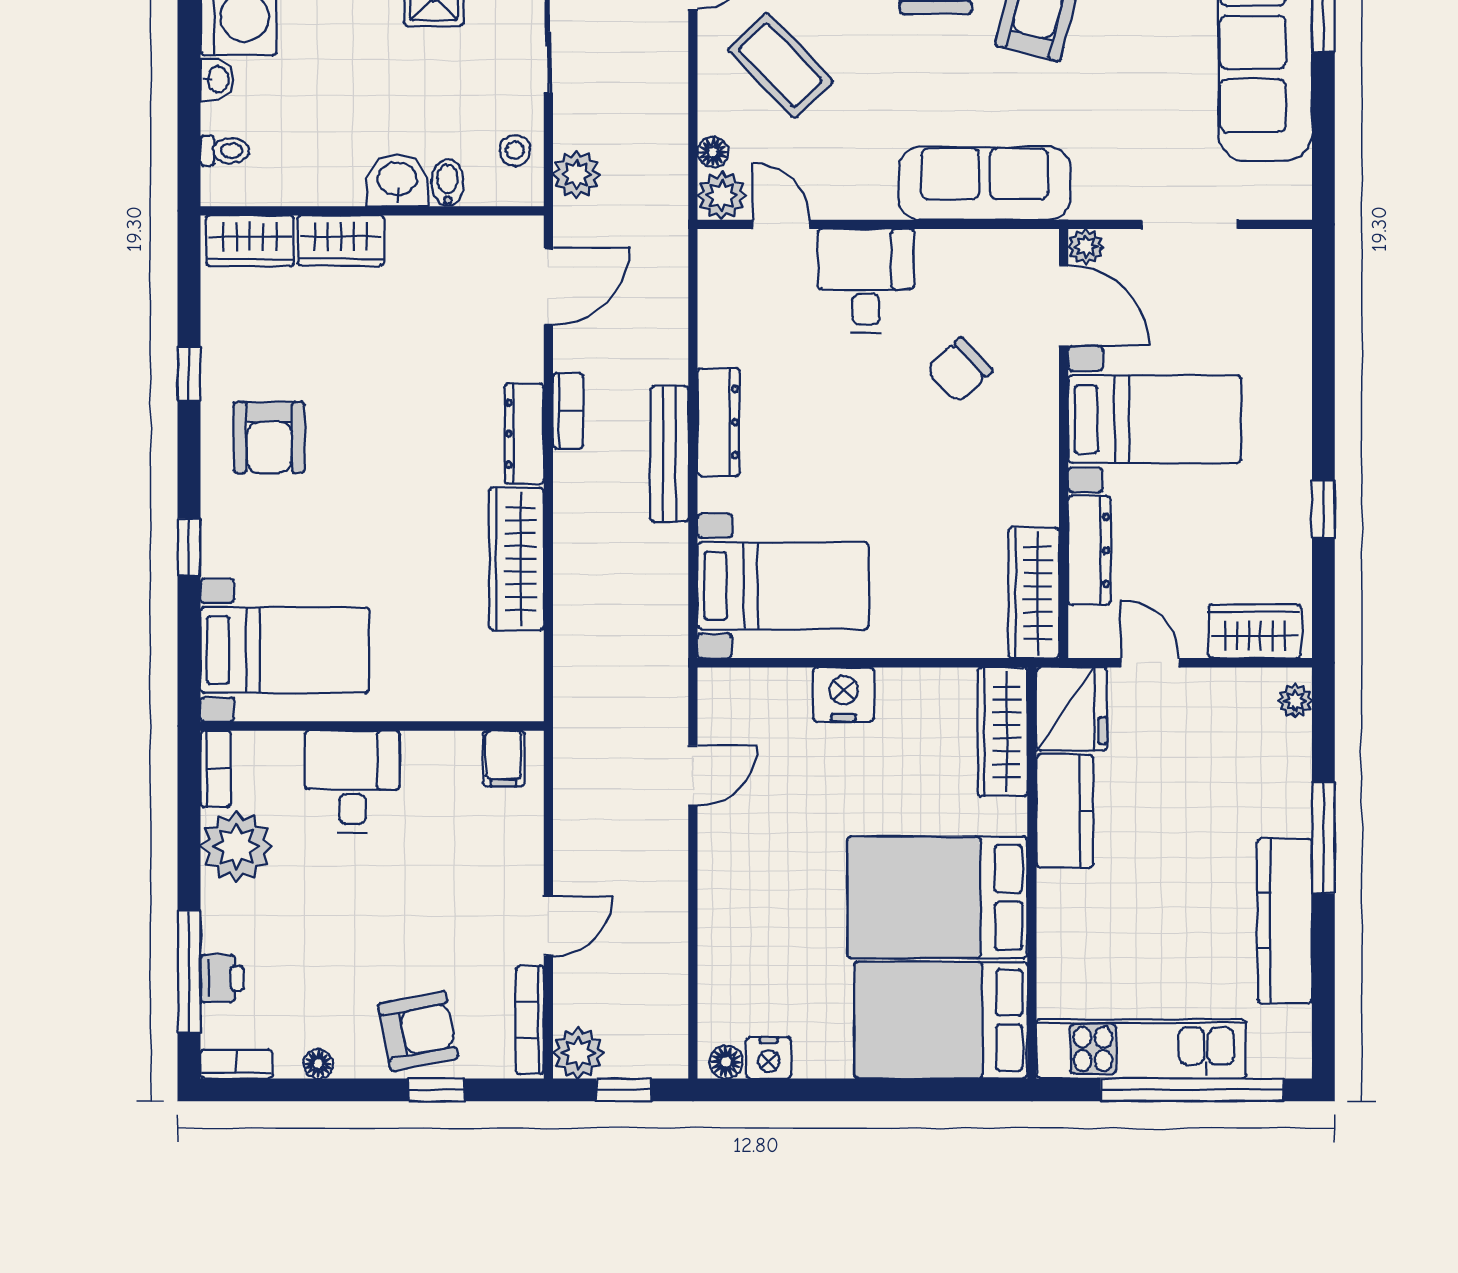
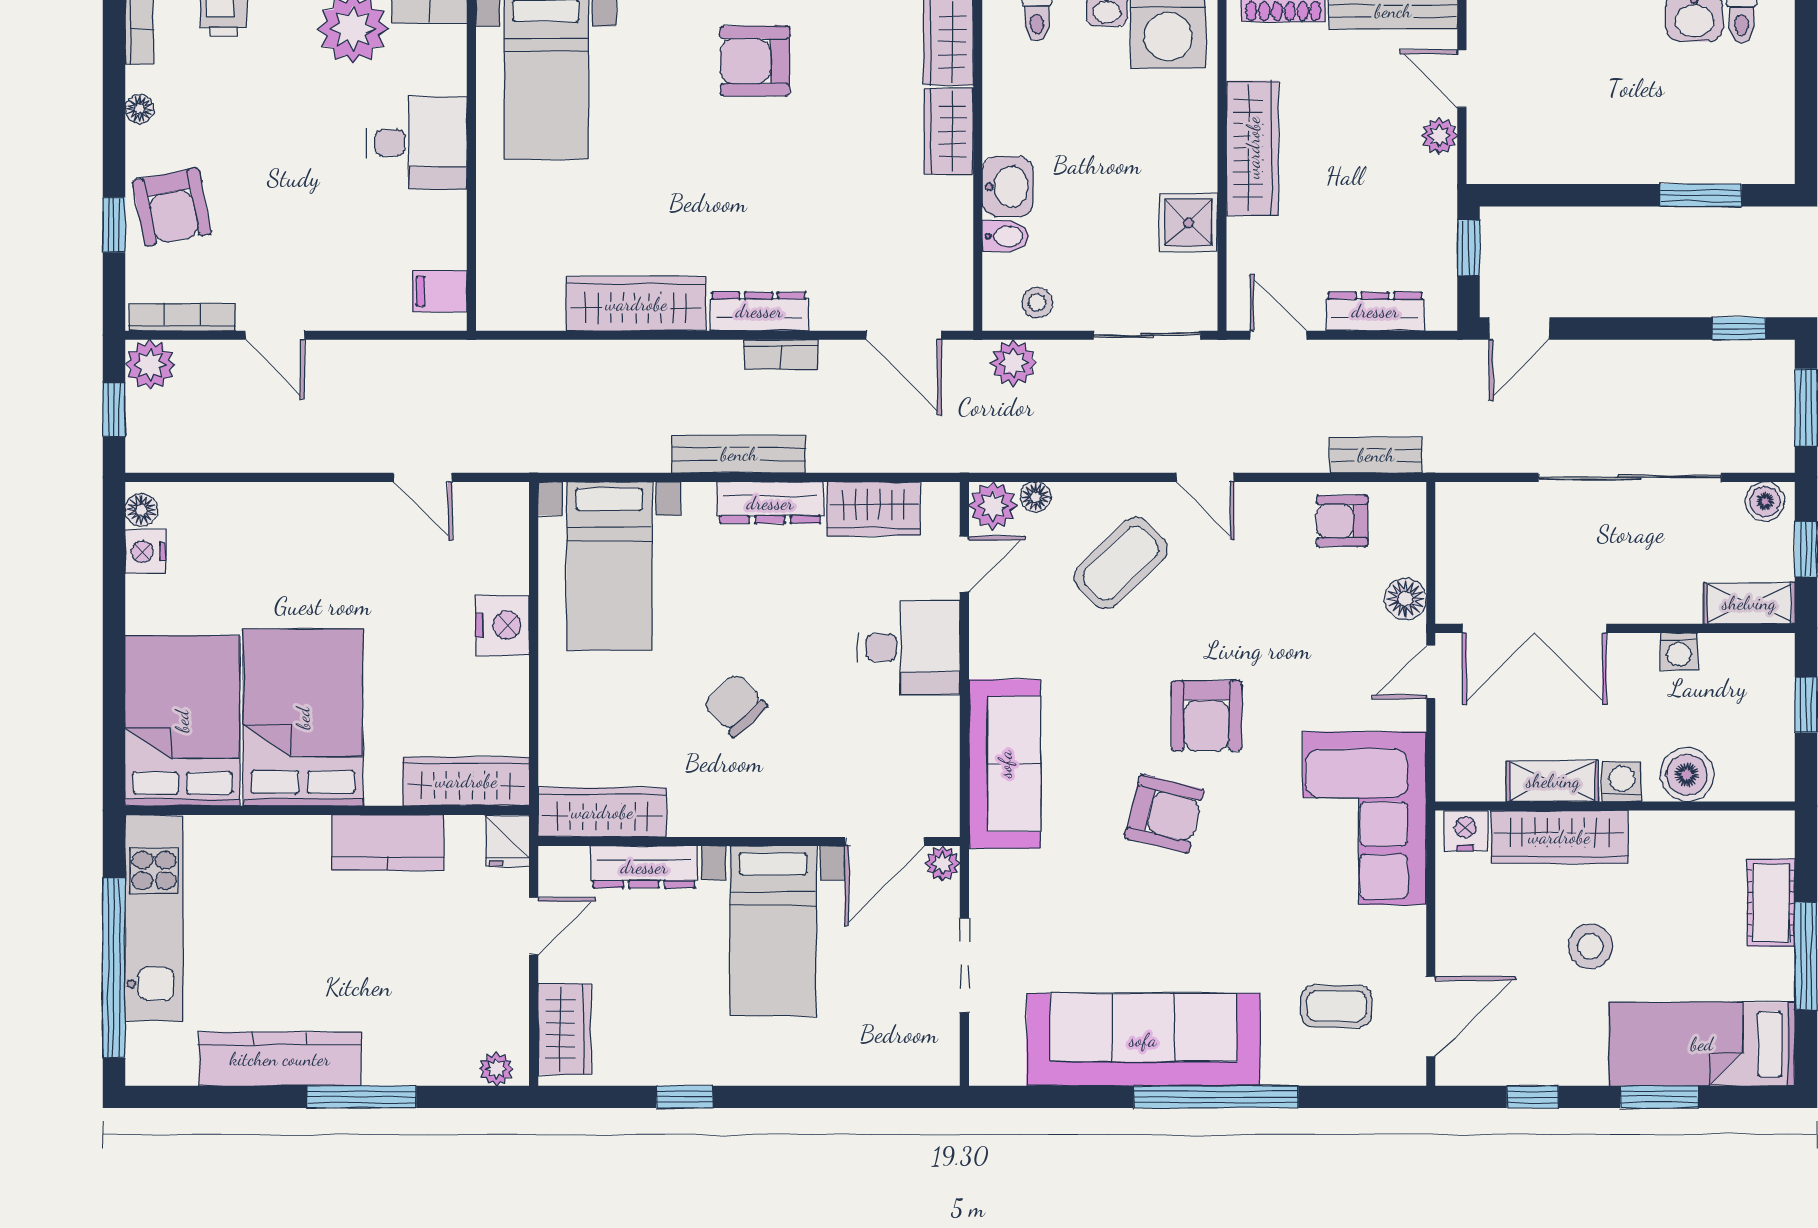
wardrobe: (725, 317) -> (873, 509), added
chair: (959, 370) -> (735, 705), moved
fridge: (1072, 709) -> (507, 841), width x0.53, depth x0.75

